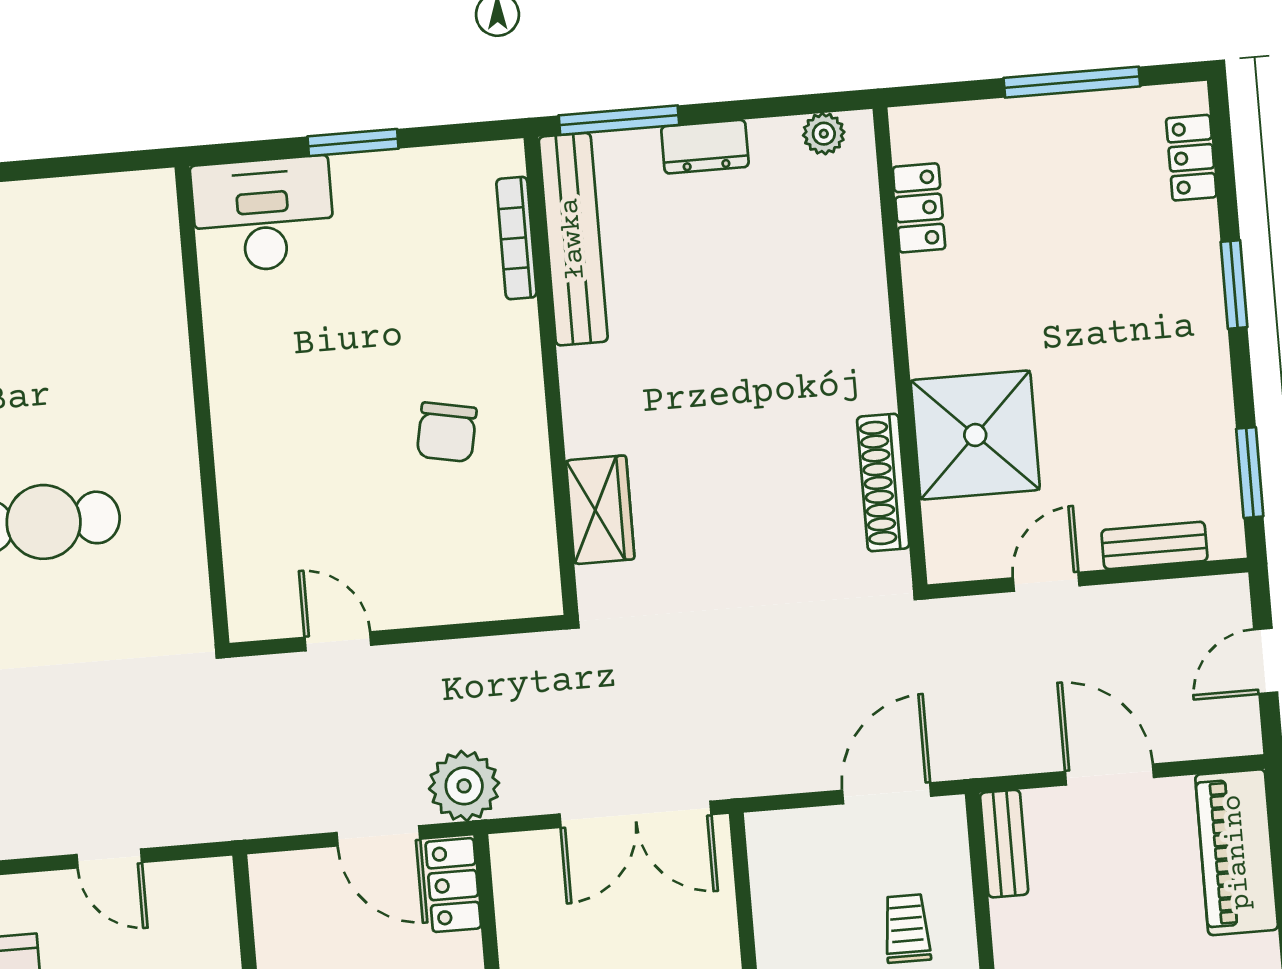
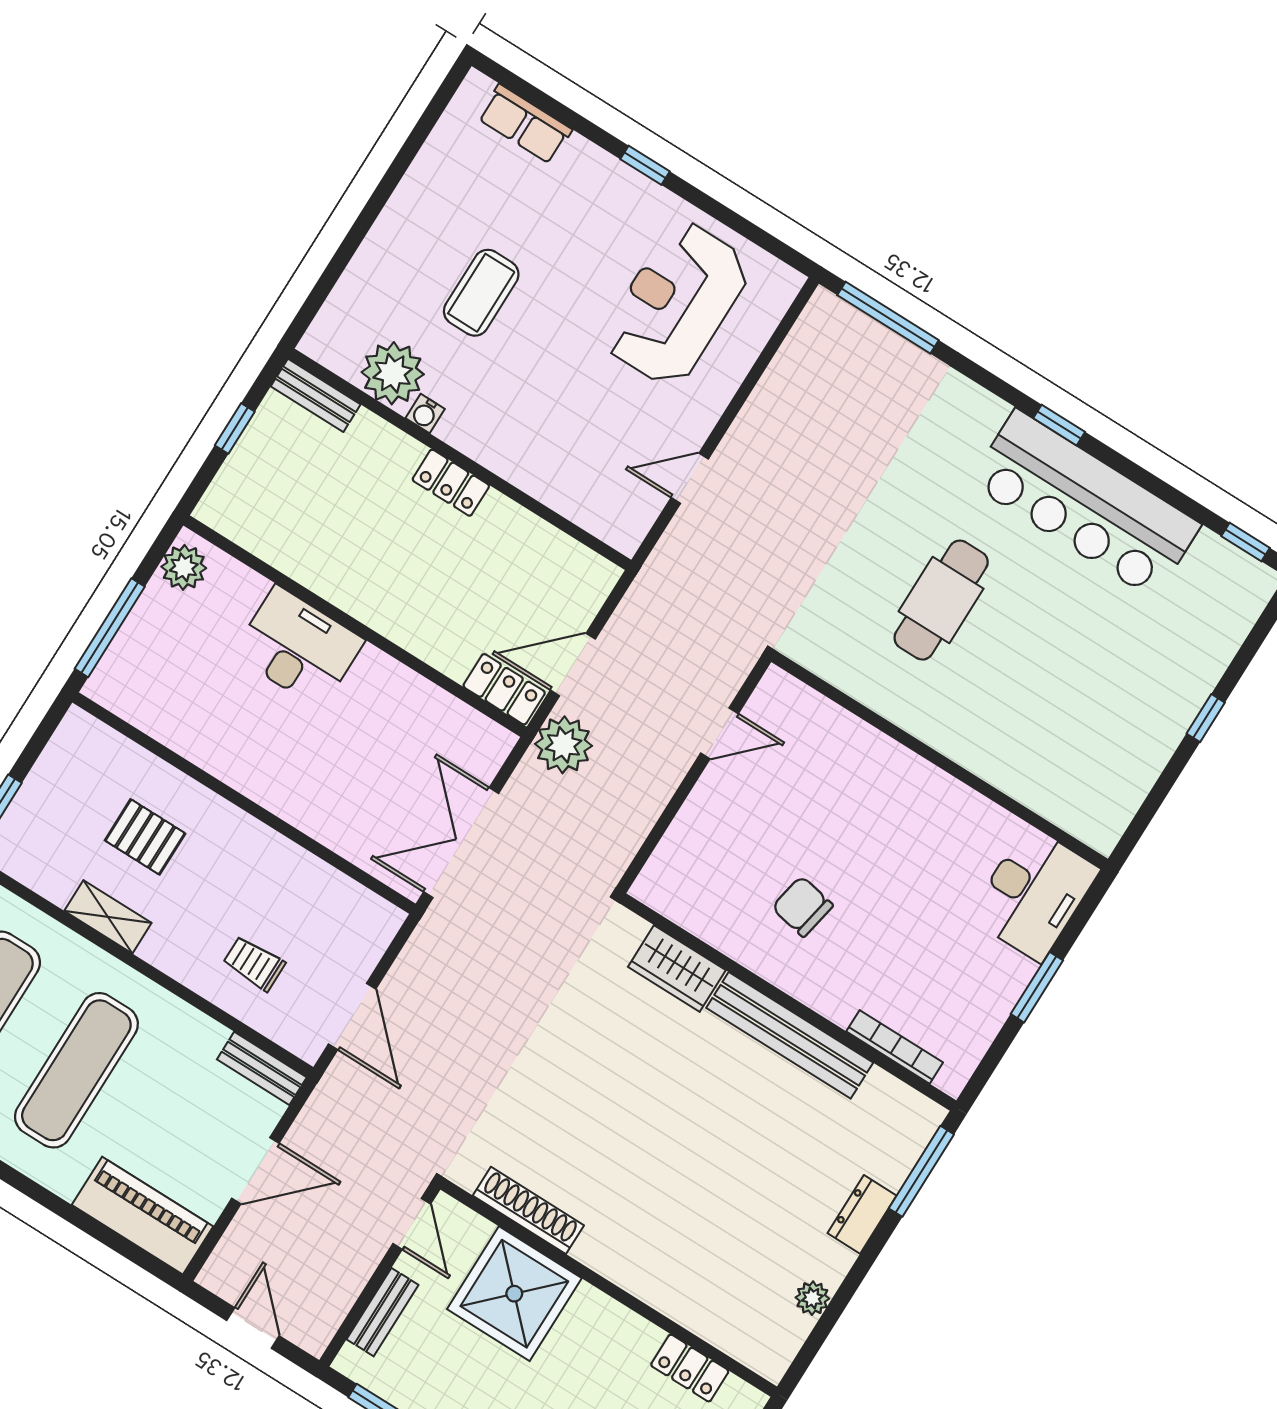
locker: (919, 208) -> (690, 1368), moved
bench: (573, 239) -> (790, 1035), moved
wall: (900, 347) -> (609, 1288), moved
shower: (975, 435) -> (514, 1294), moved
shoe rack: (883, 483) -> (528, 1210), moved
trolley: (907, 929) -> (254, 963), turned 180

